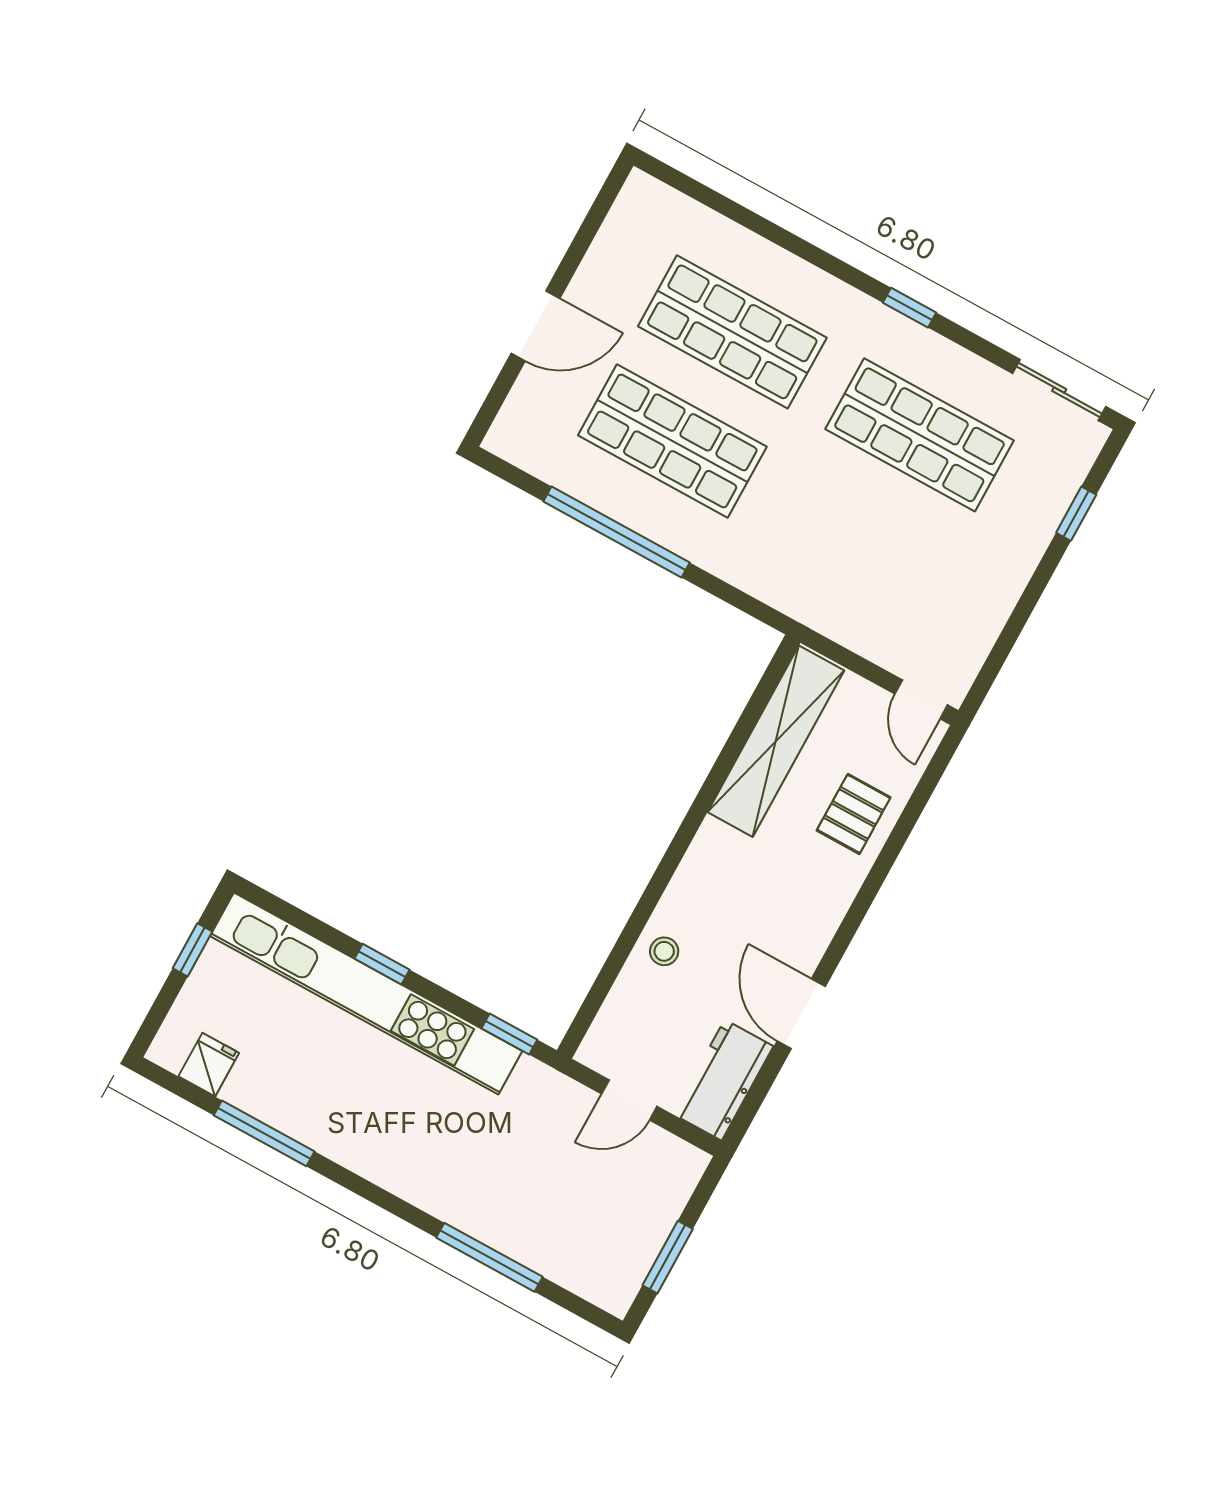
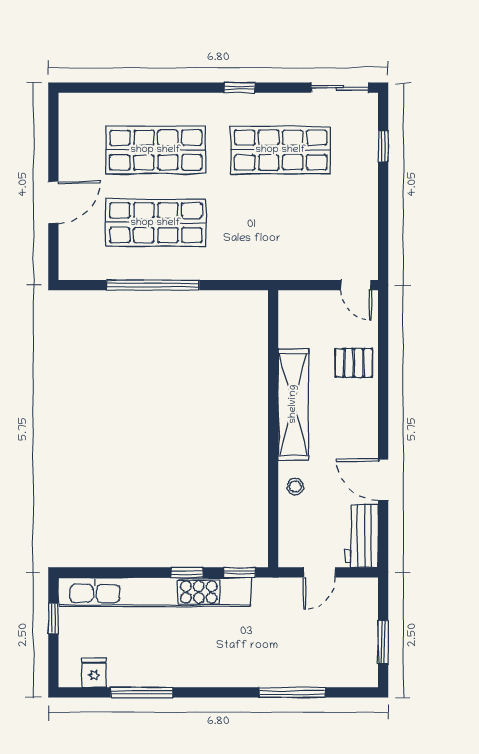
shelving: (776, 741) -> (293, 404), moved
pallet: (854, 814) -> (354, 363), turned 90
window: (382, 964) -> (187, 572), moved

